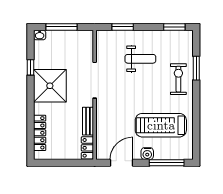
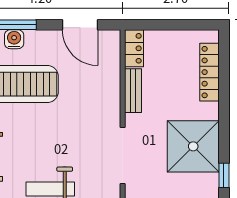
water cooler: (147, 154) -> (14, 39), moved
door: (121, 163) -> (80, 25), hinge flipped

